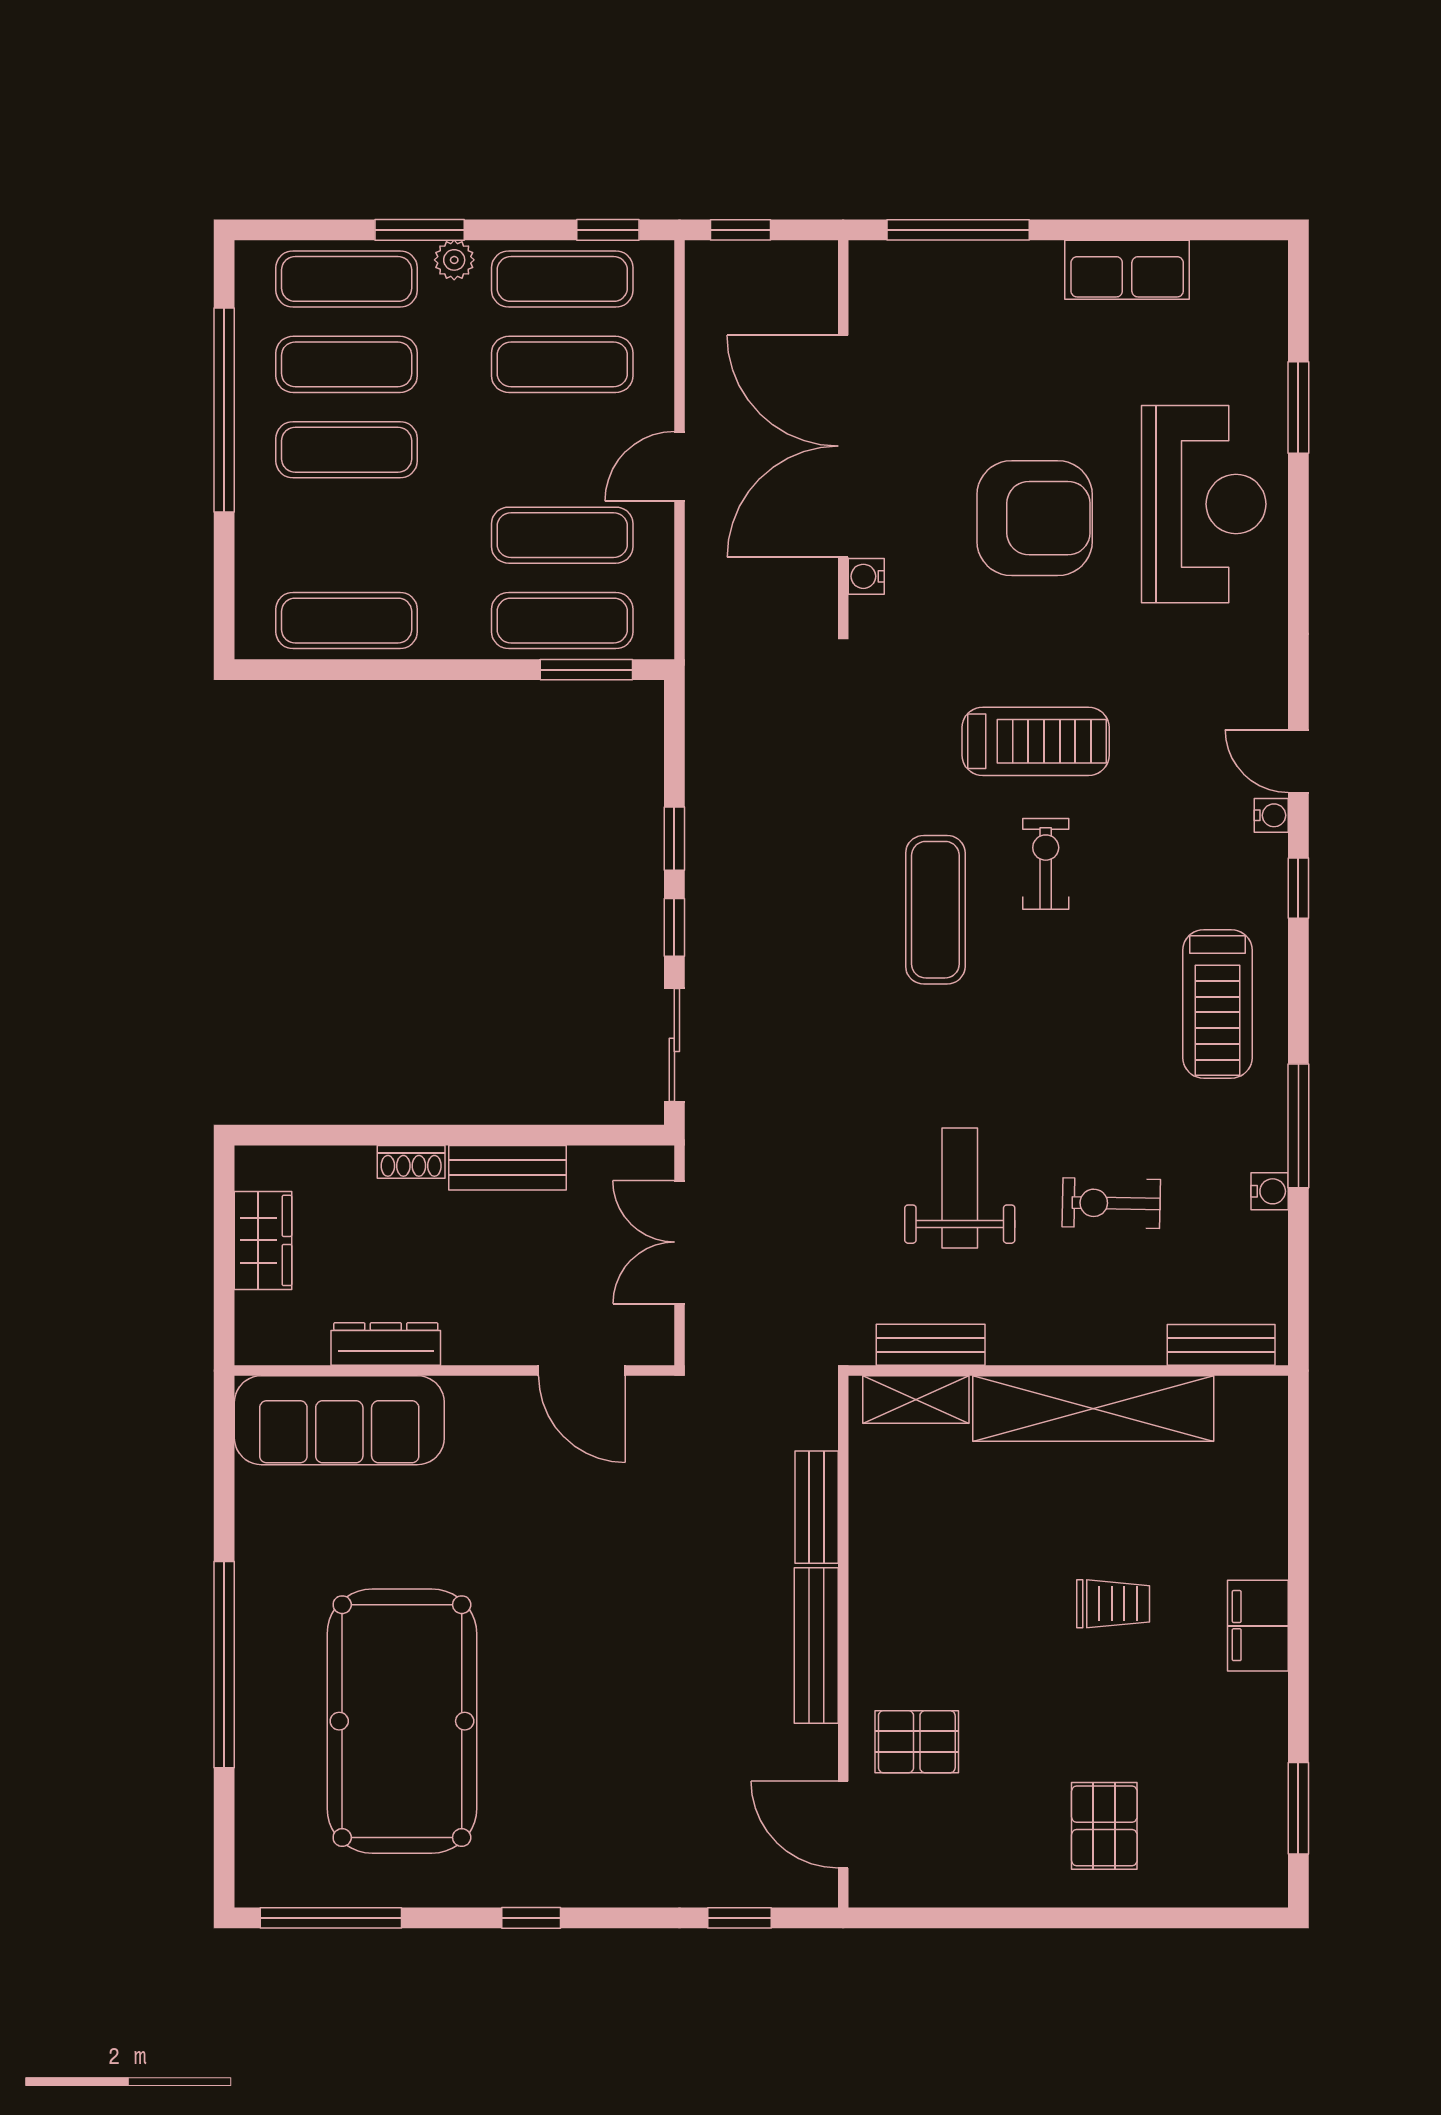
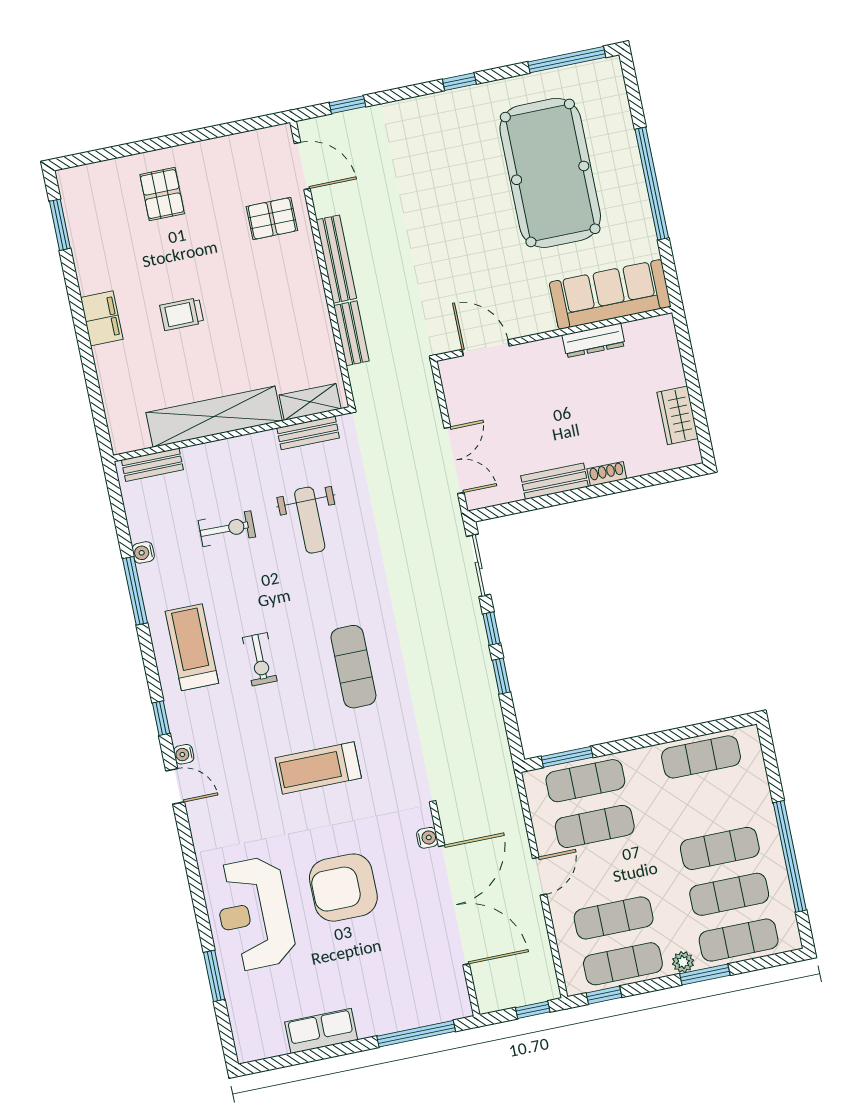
exercise bike: (1046, 864) -> (260, 659), moved
dresser: (386, 1344) -> (594, 340), moved
wall: (454, 1371) -> (554, 334), moved
door: (582, 1371) -> (486, 348), moved
sofa: (339, 1420) -> (610, 294), moved

